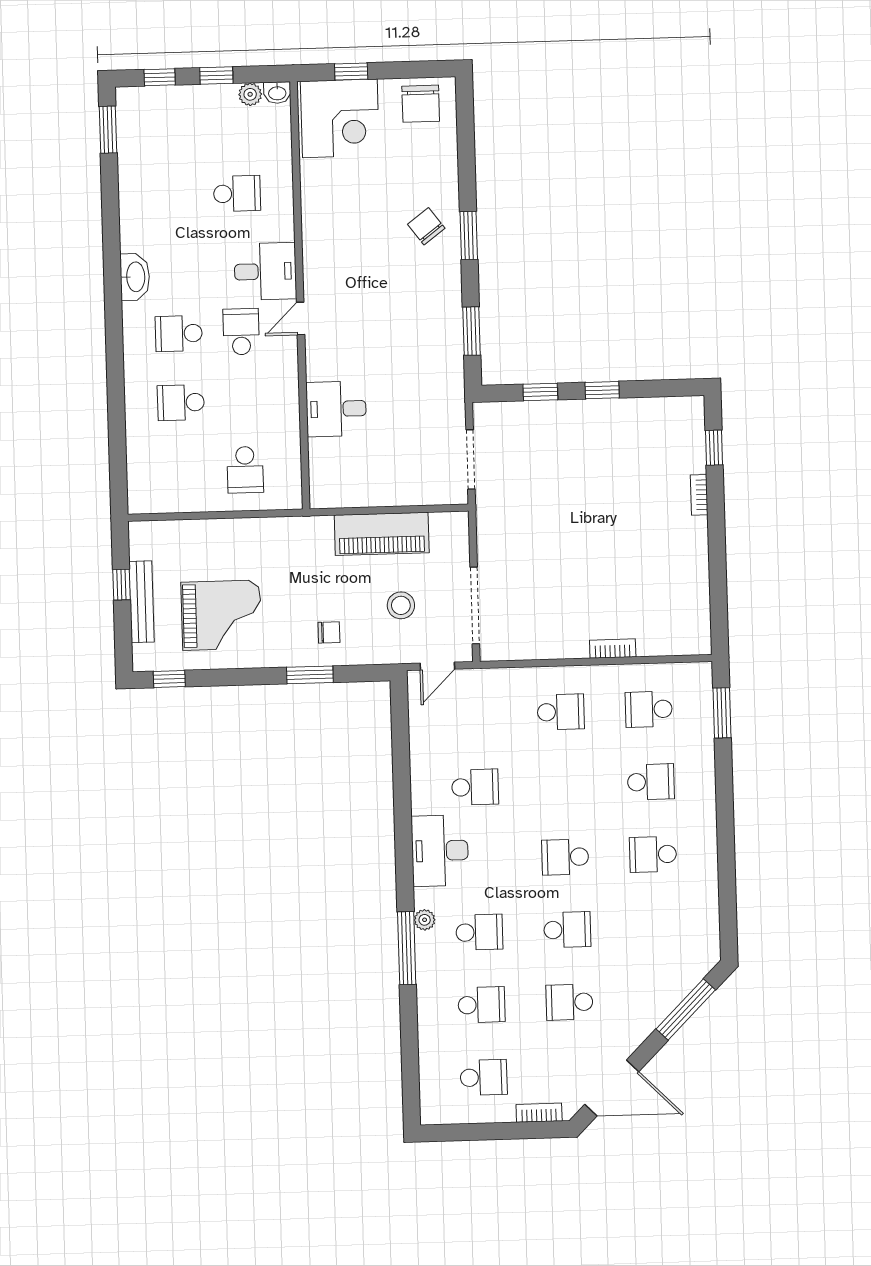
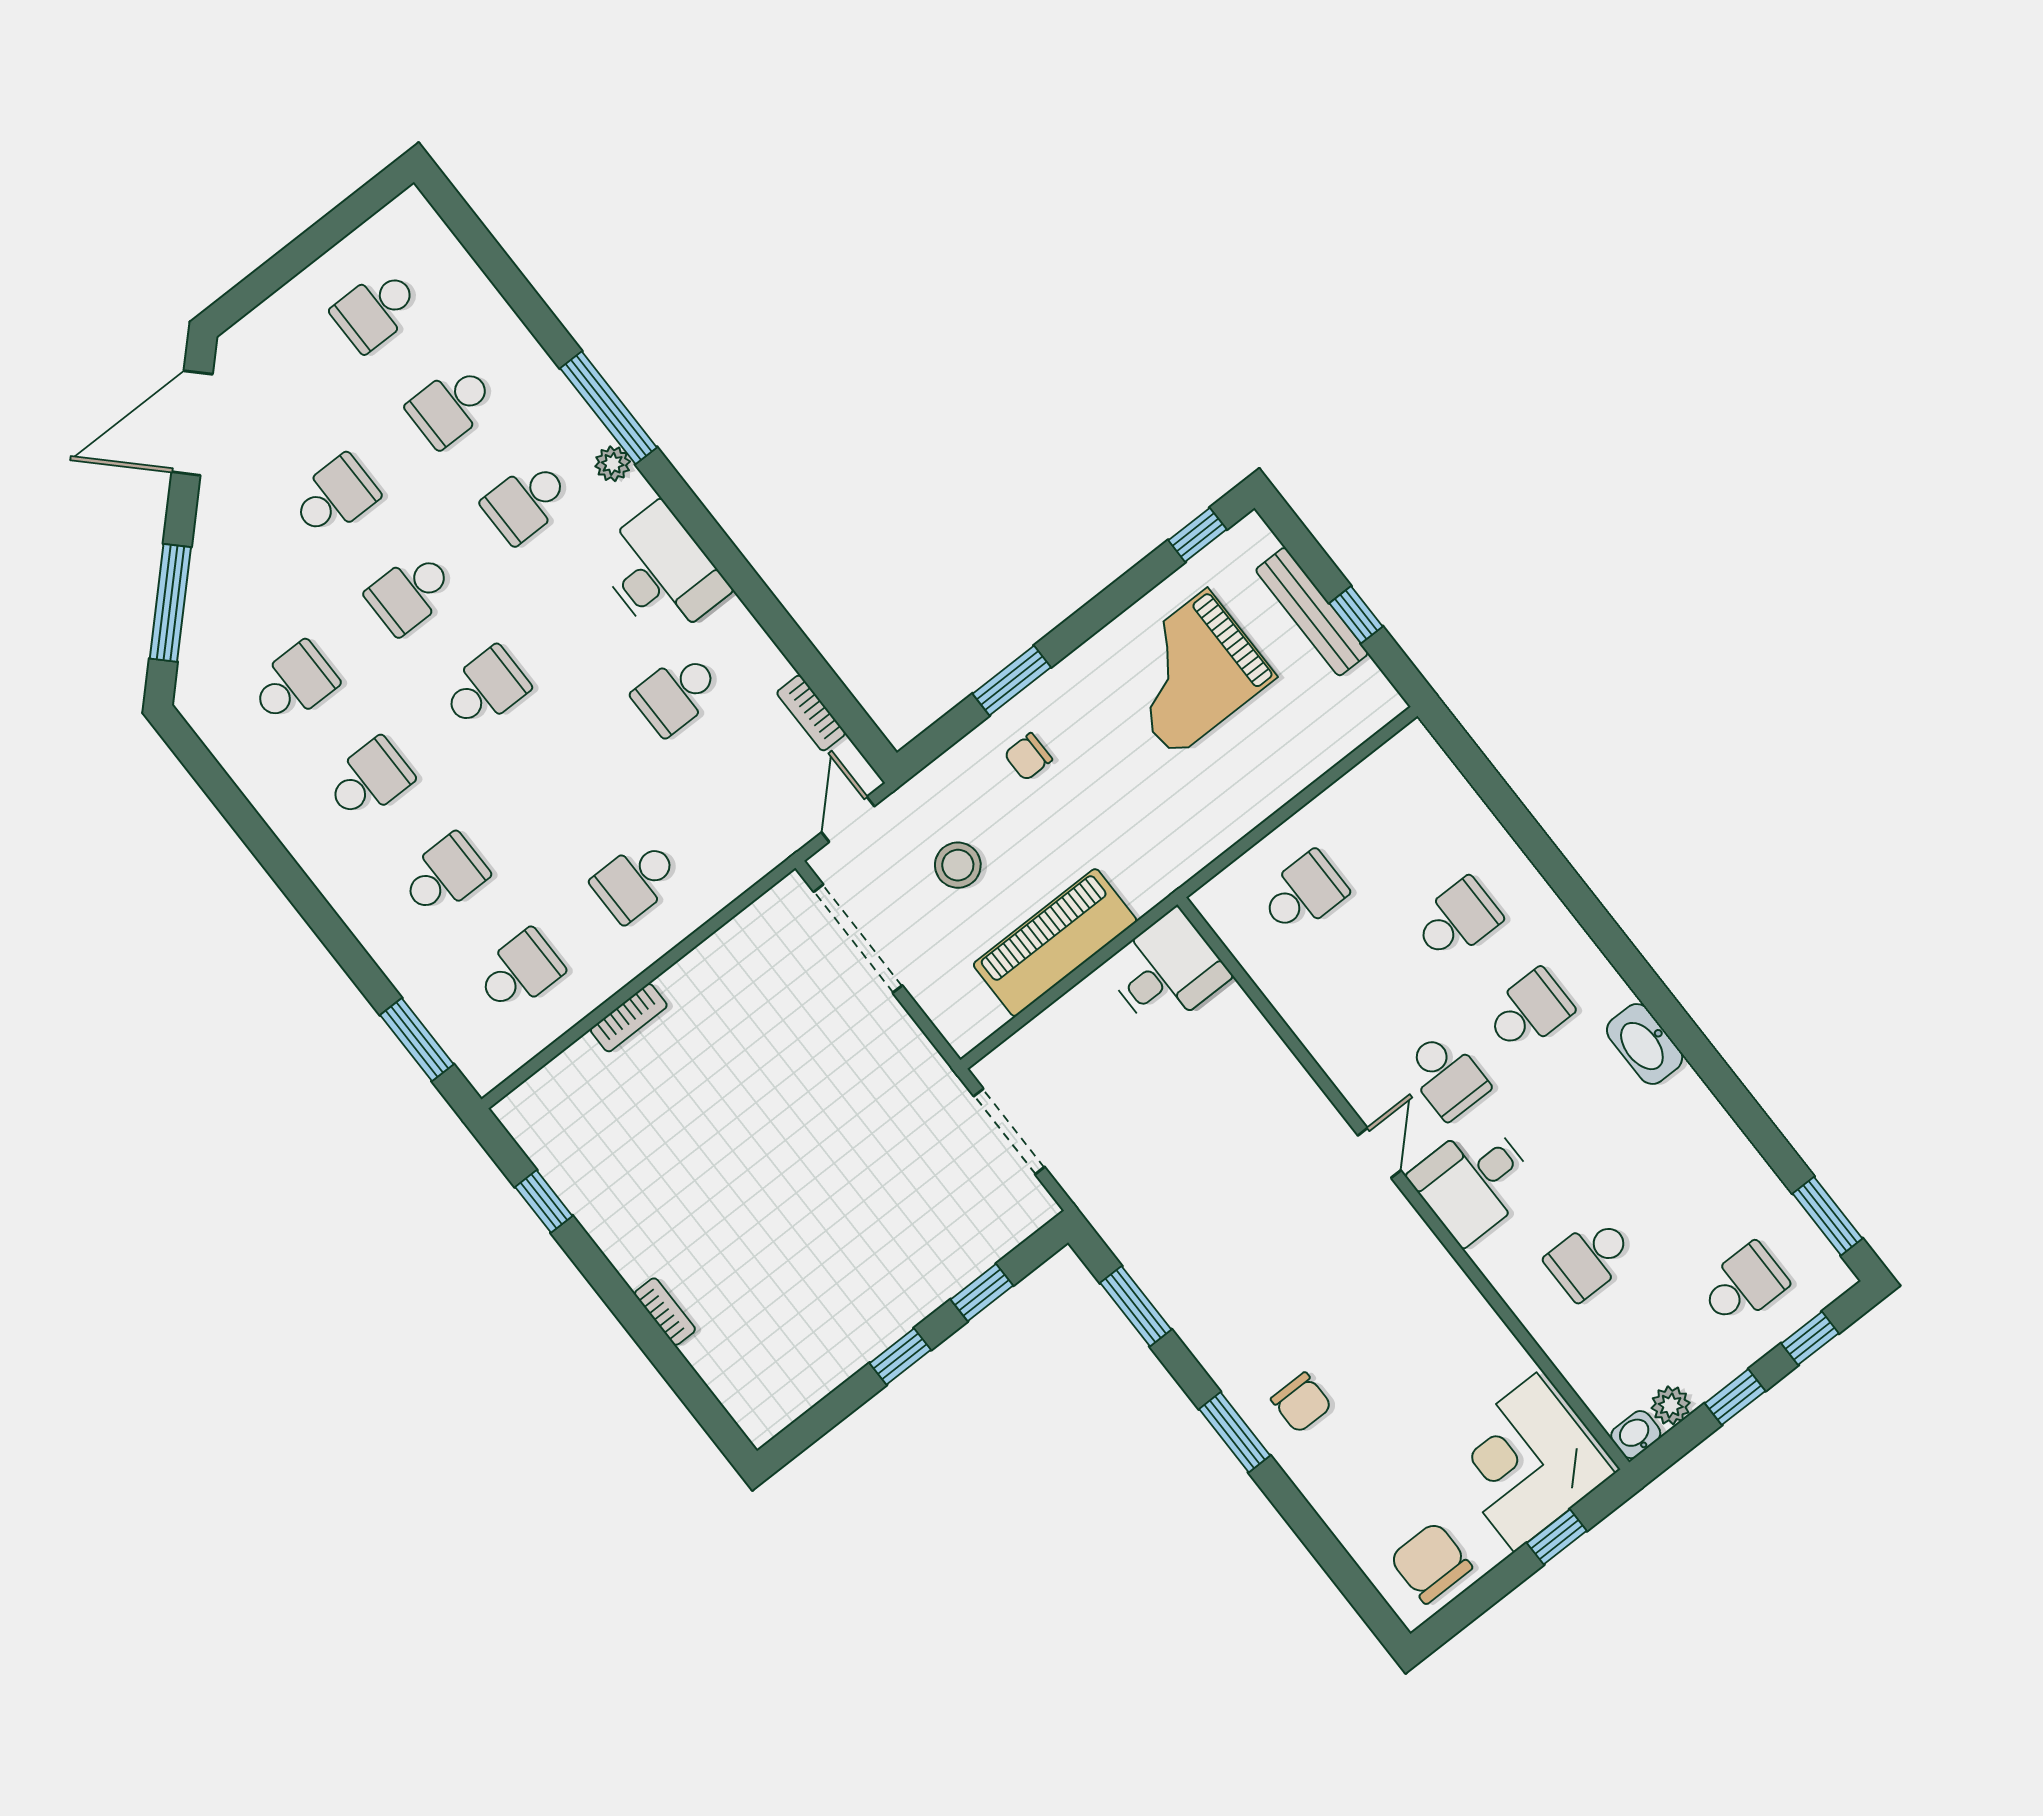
school desk: (173, 126) -> (1744, 1285), added
chair: (426, 226) -> (1301, 1403), turned 37
desk: (336, 409) -> (1167, 971), moved
window: (714, 448) -> (544, 1201), moved
school desk: (245, 470) -> (1303, 893), turned 90
school desk: (651, 782) -> (444, 876), turned 180
school desk: (655, 927) -> (294, 684), added
bookcase: (539, 1113) -> (811, 713), moved, turned 90

